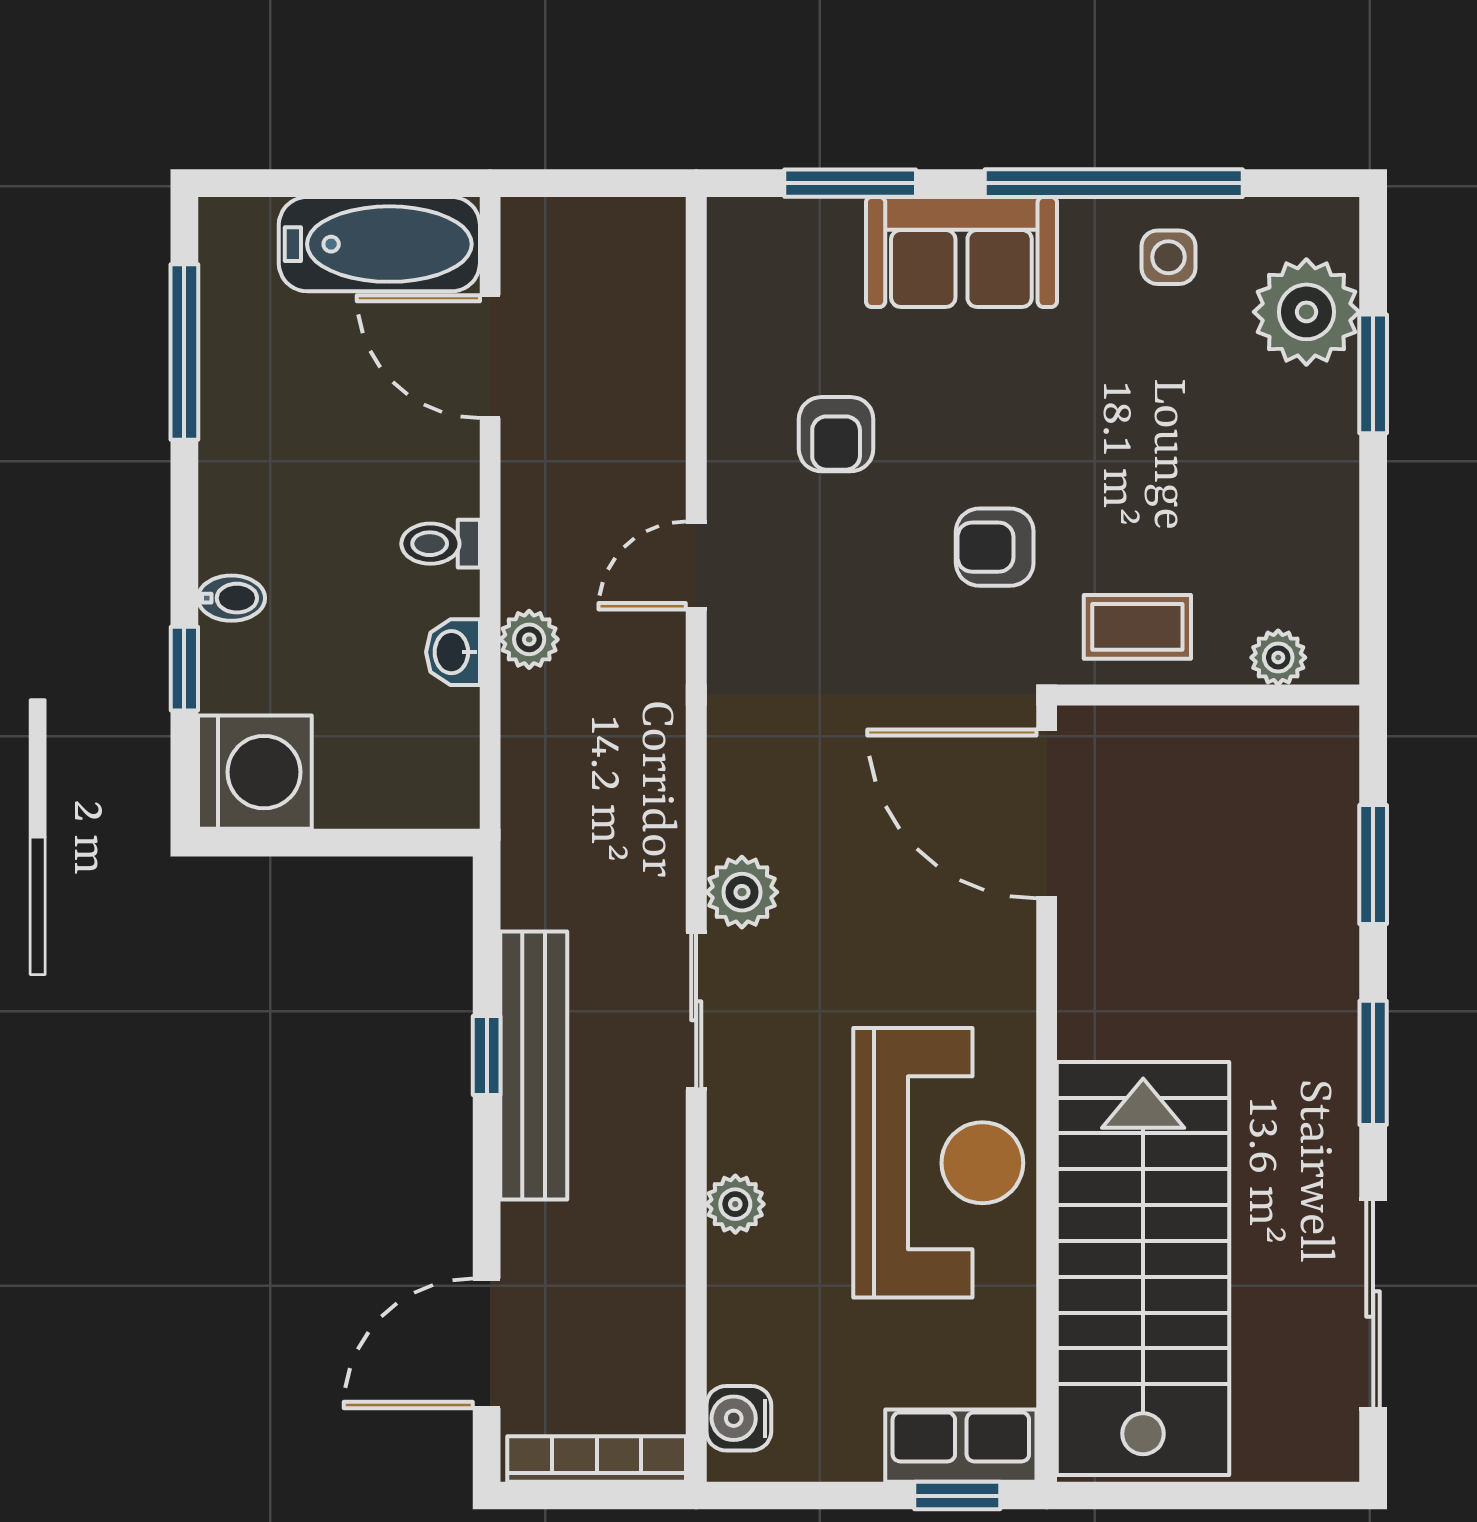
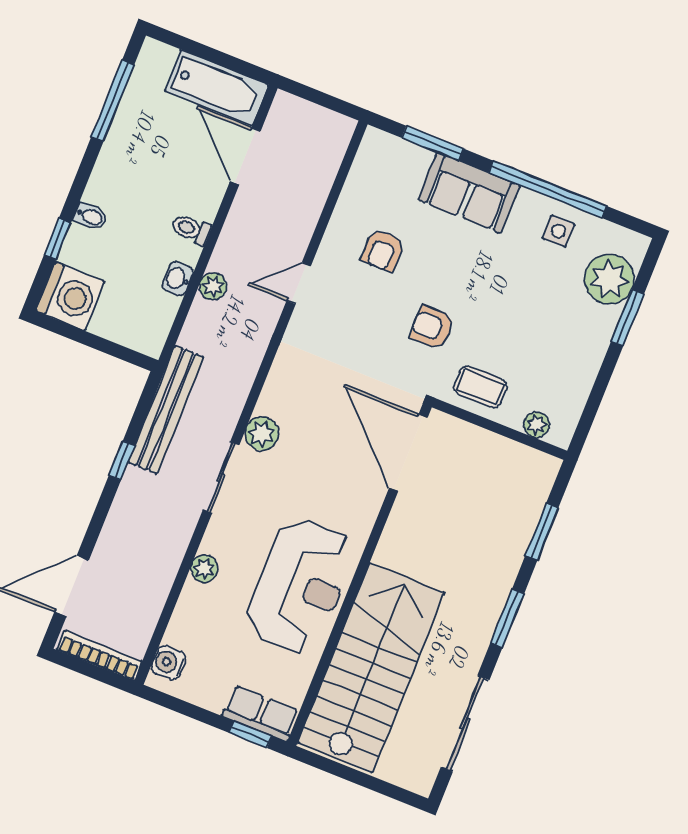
bench: (534, 1066) -> (166, 410), moved

